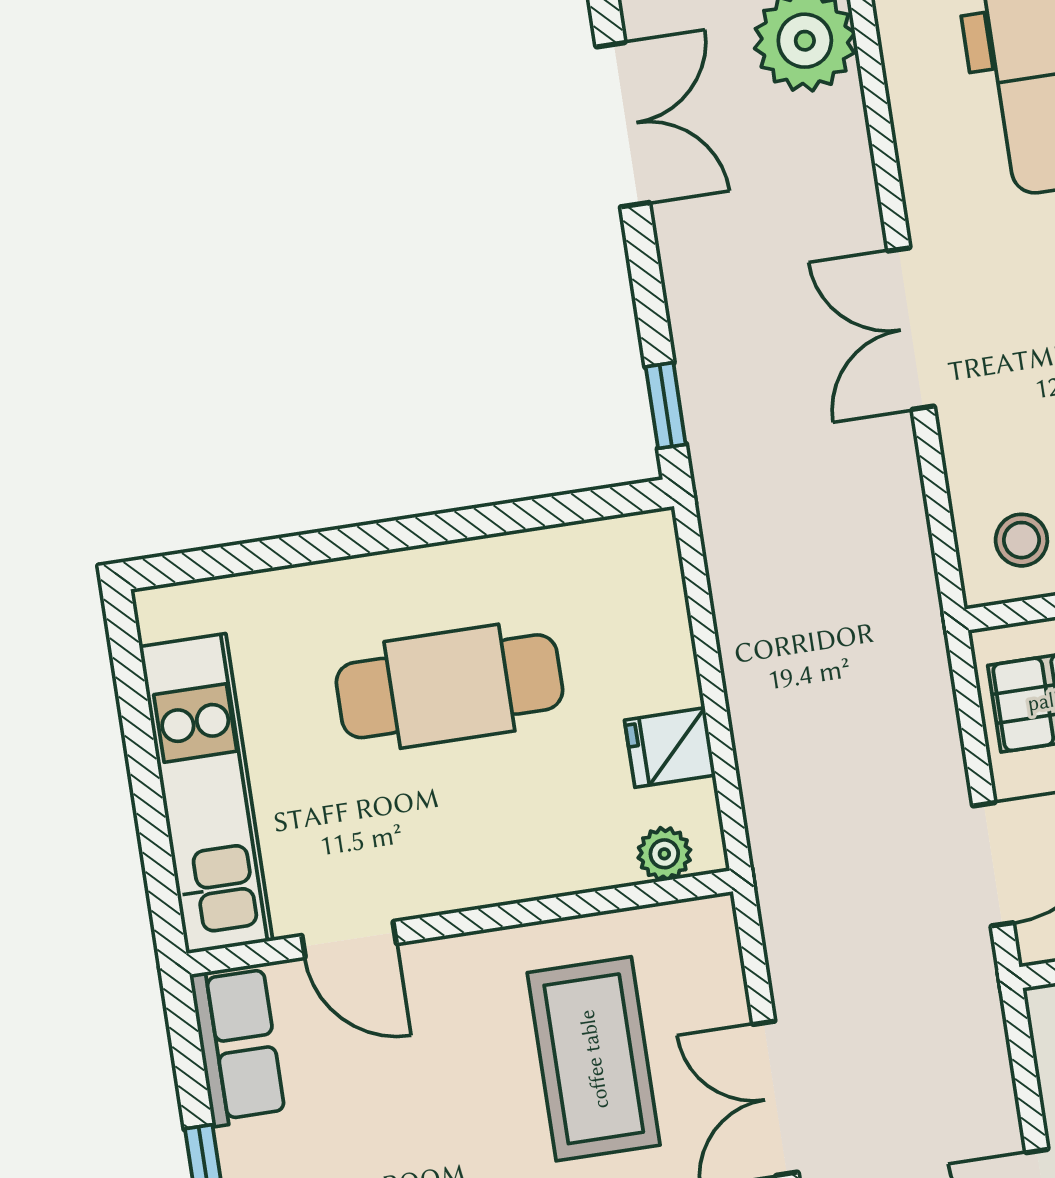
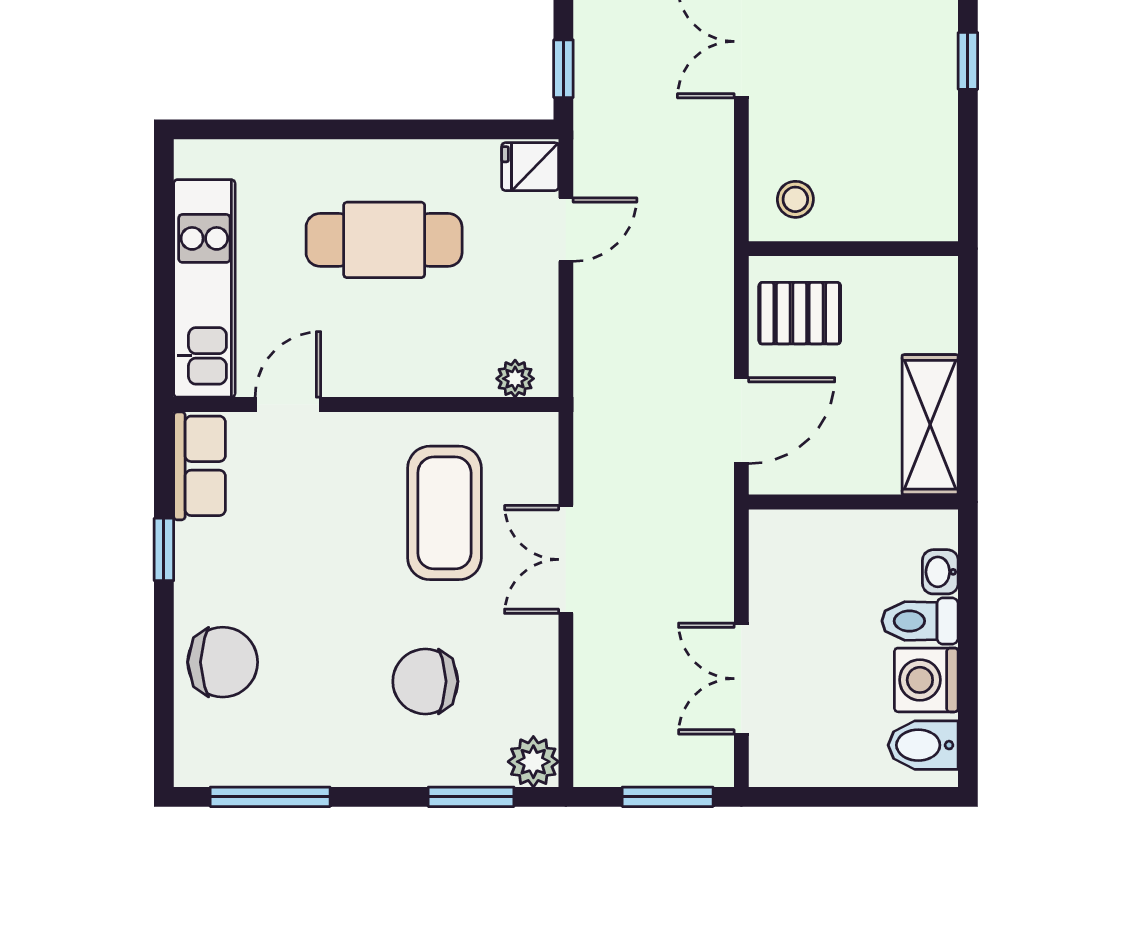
door: (704, 632) -> (566, 230), added
fridge: (670, 748) -> (530, 167), moved
door: (349, 940) -> (288, 405), swing flipped

